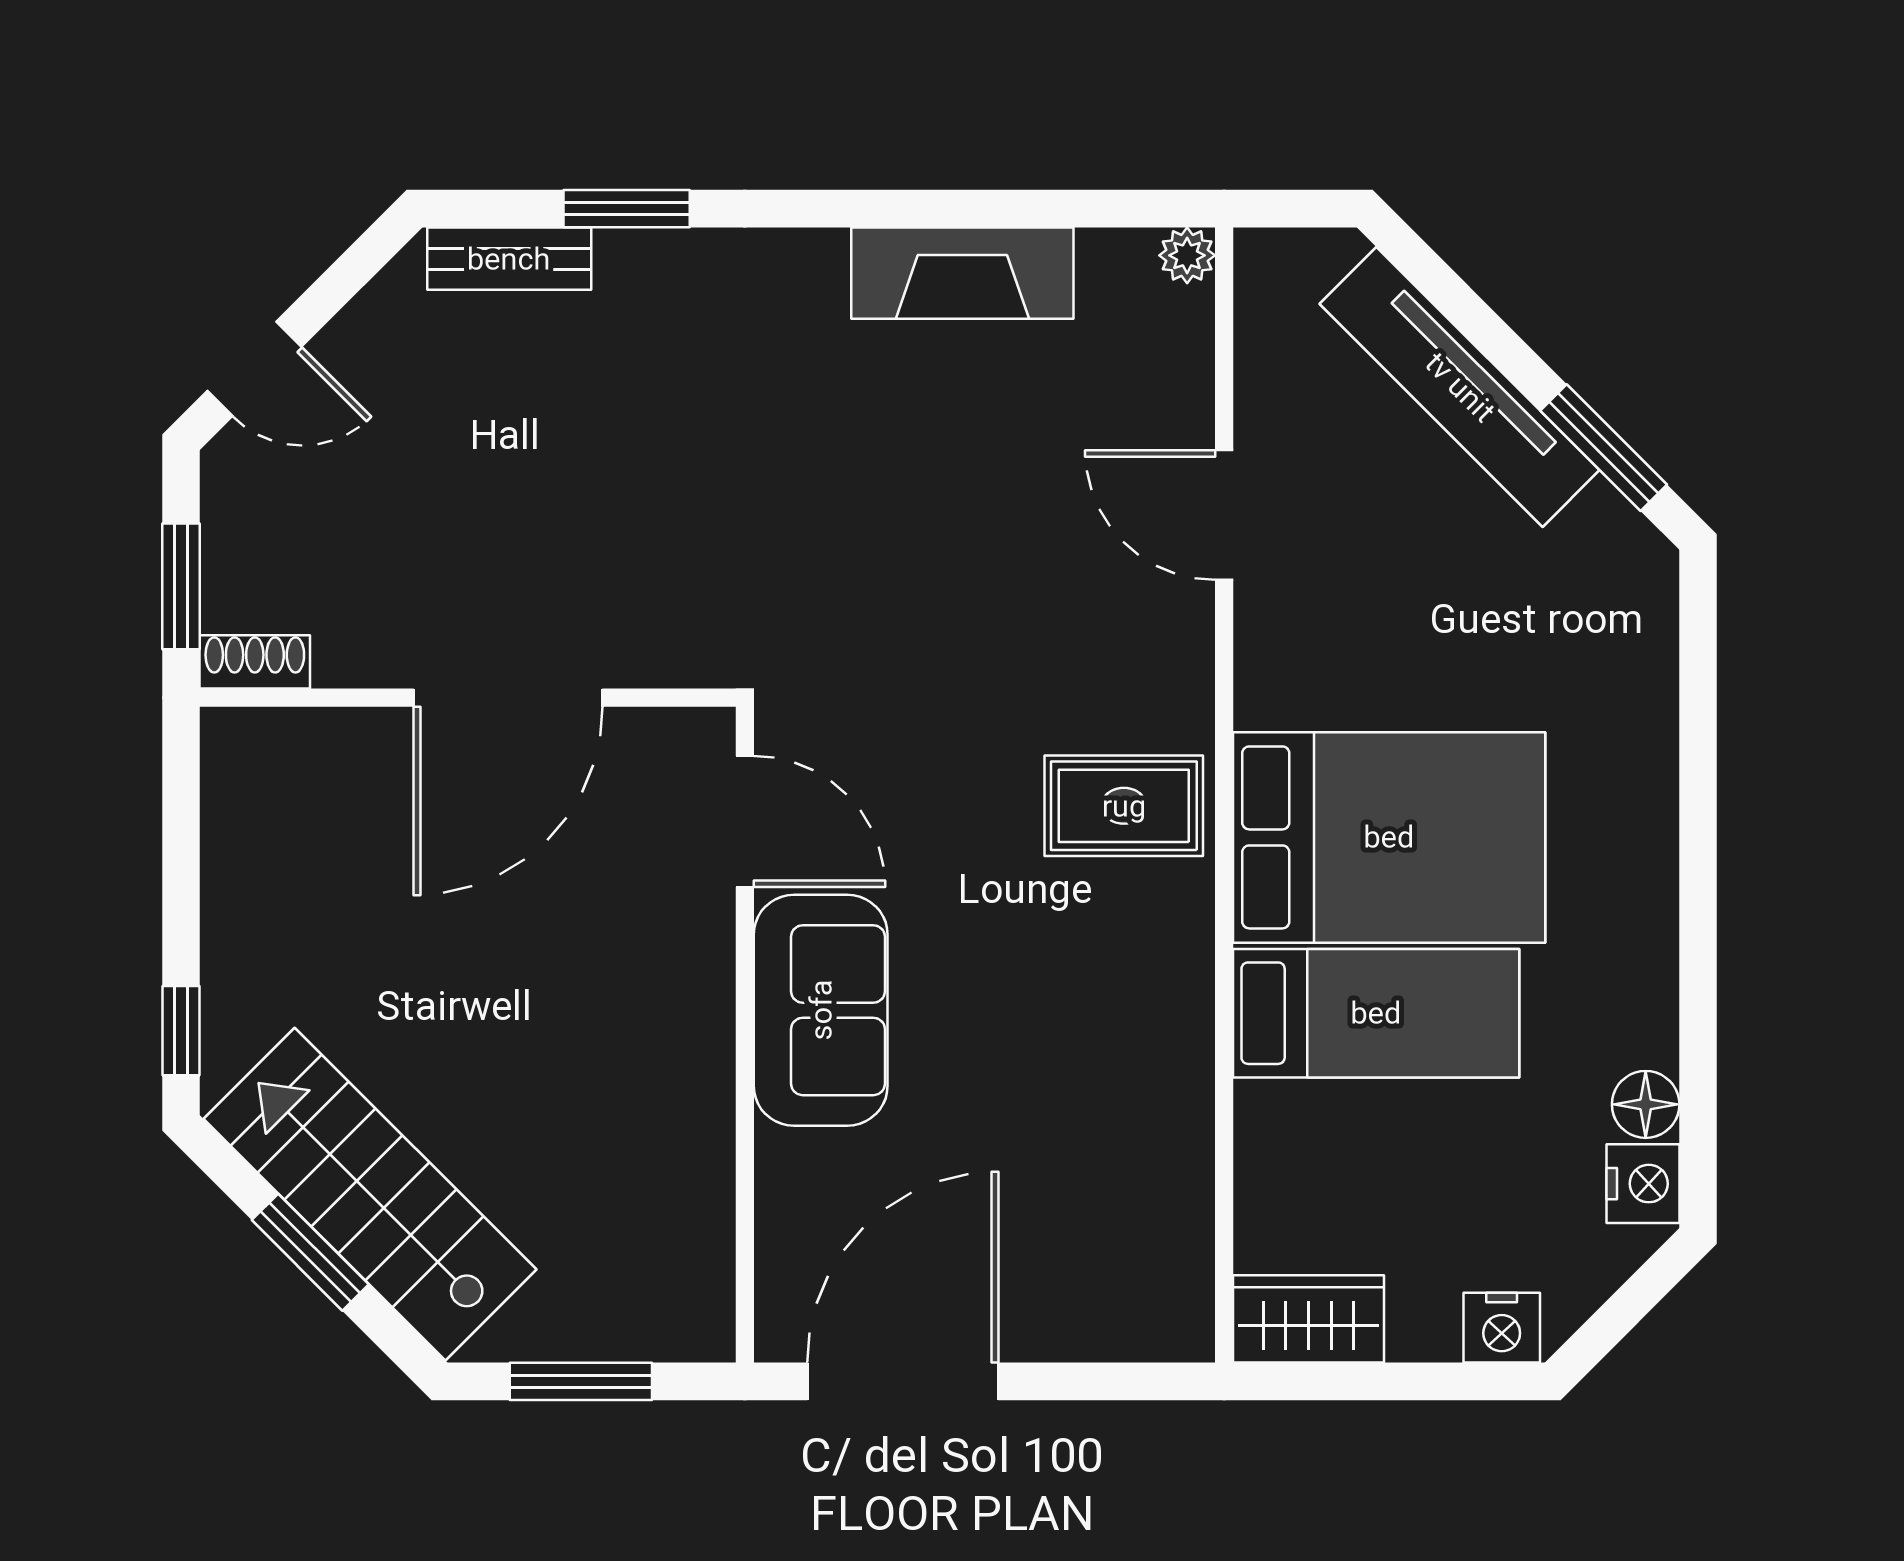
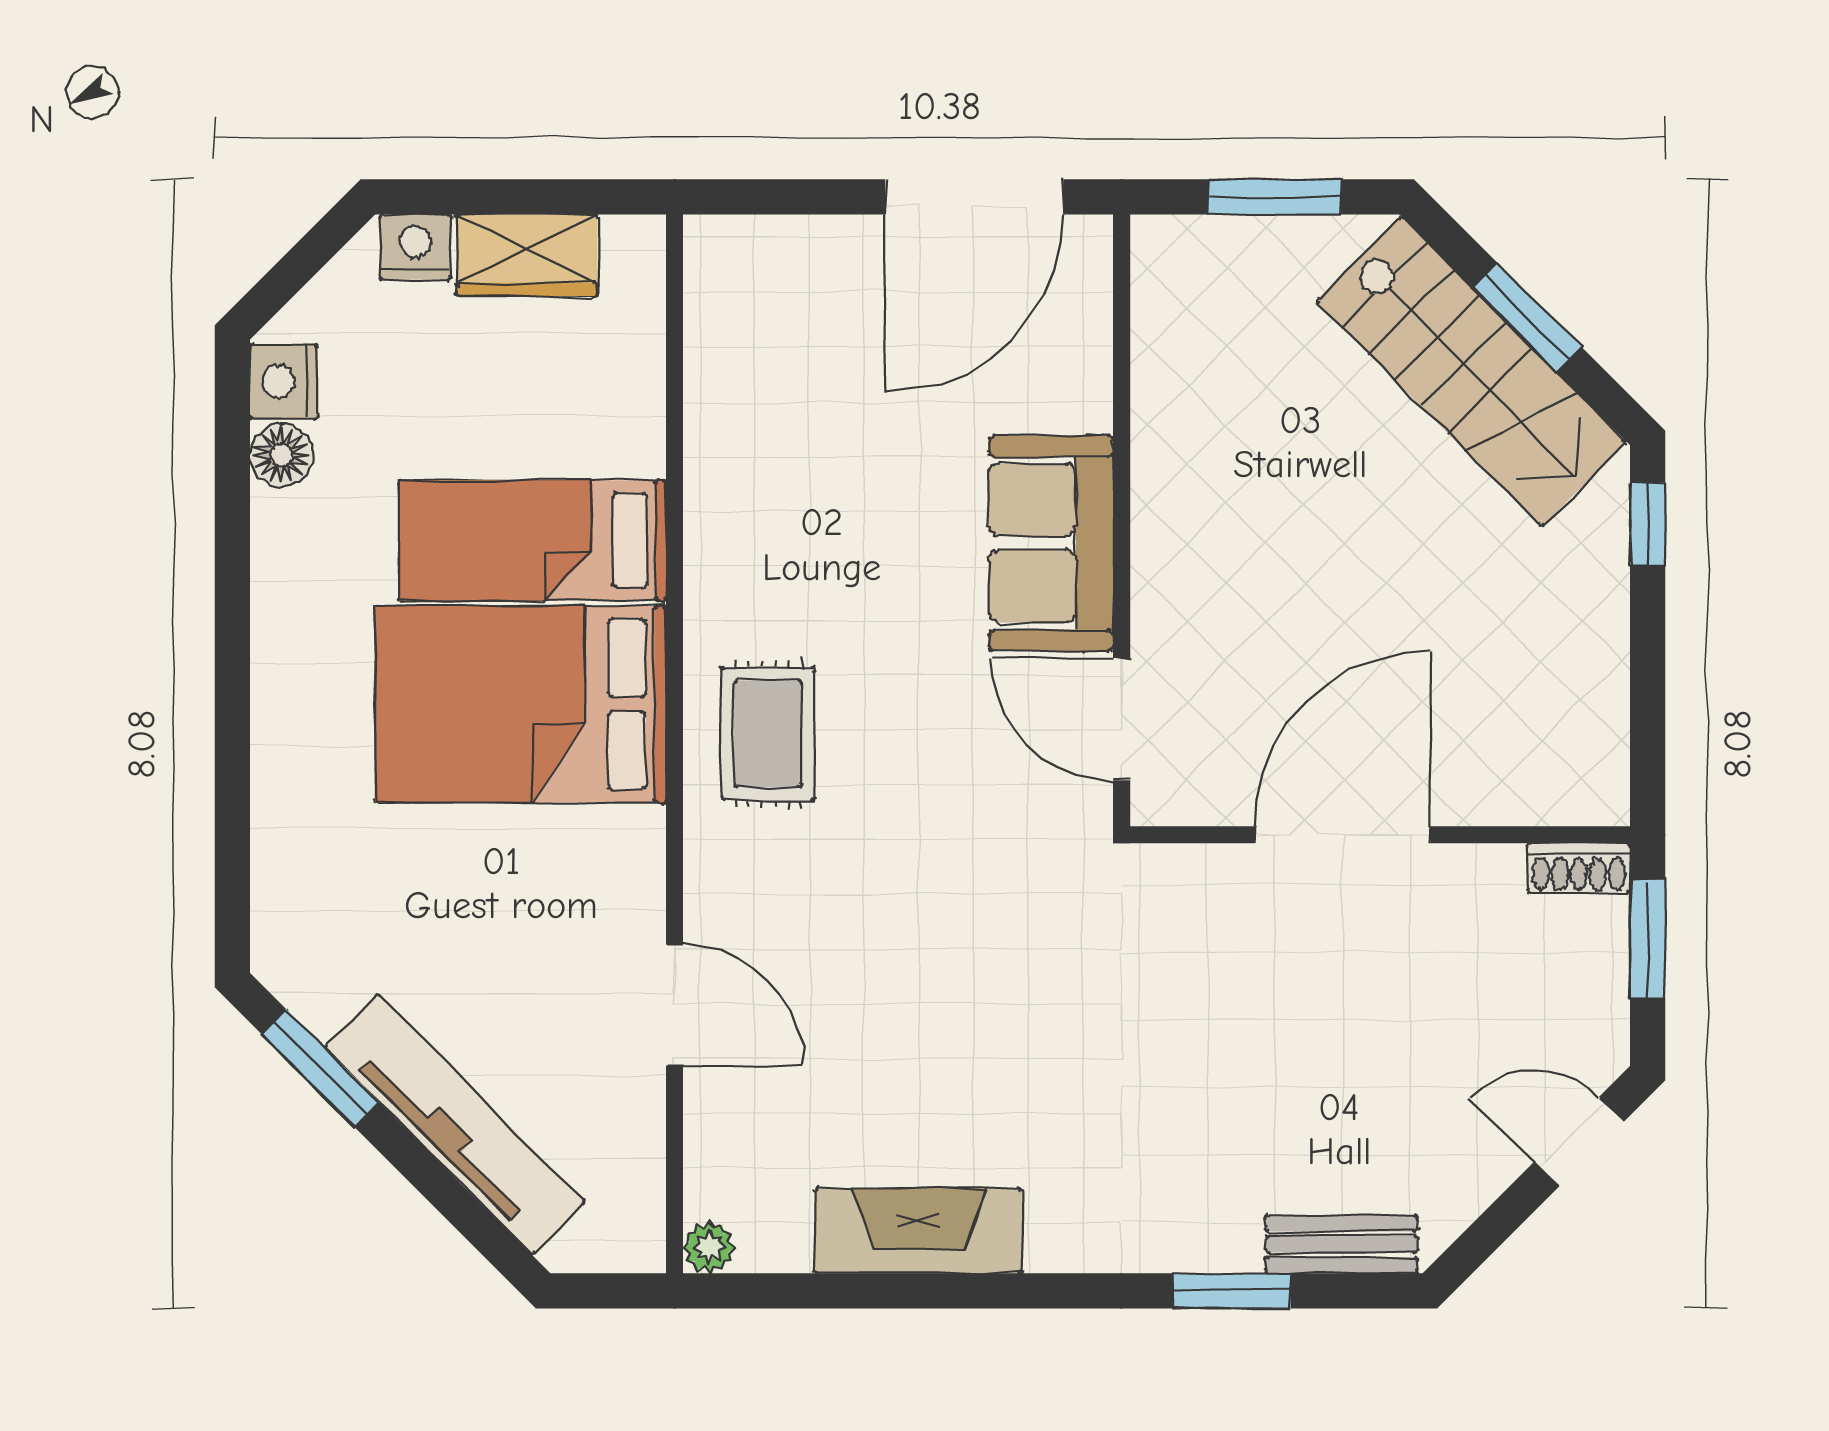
rug: (1124, 806) -> (768, 734), turned 90
wardrobe: (1308, 1319) -> (527, 255), moved

